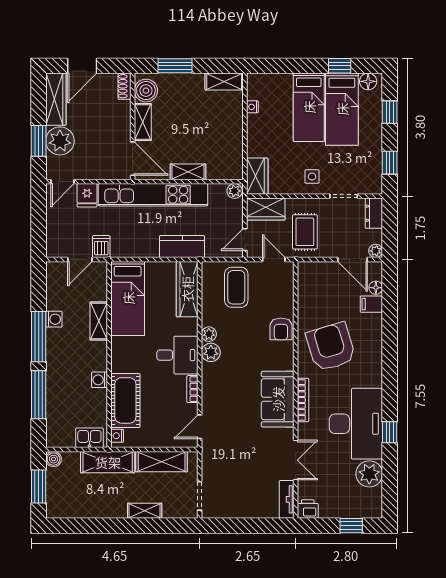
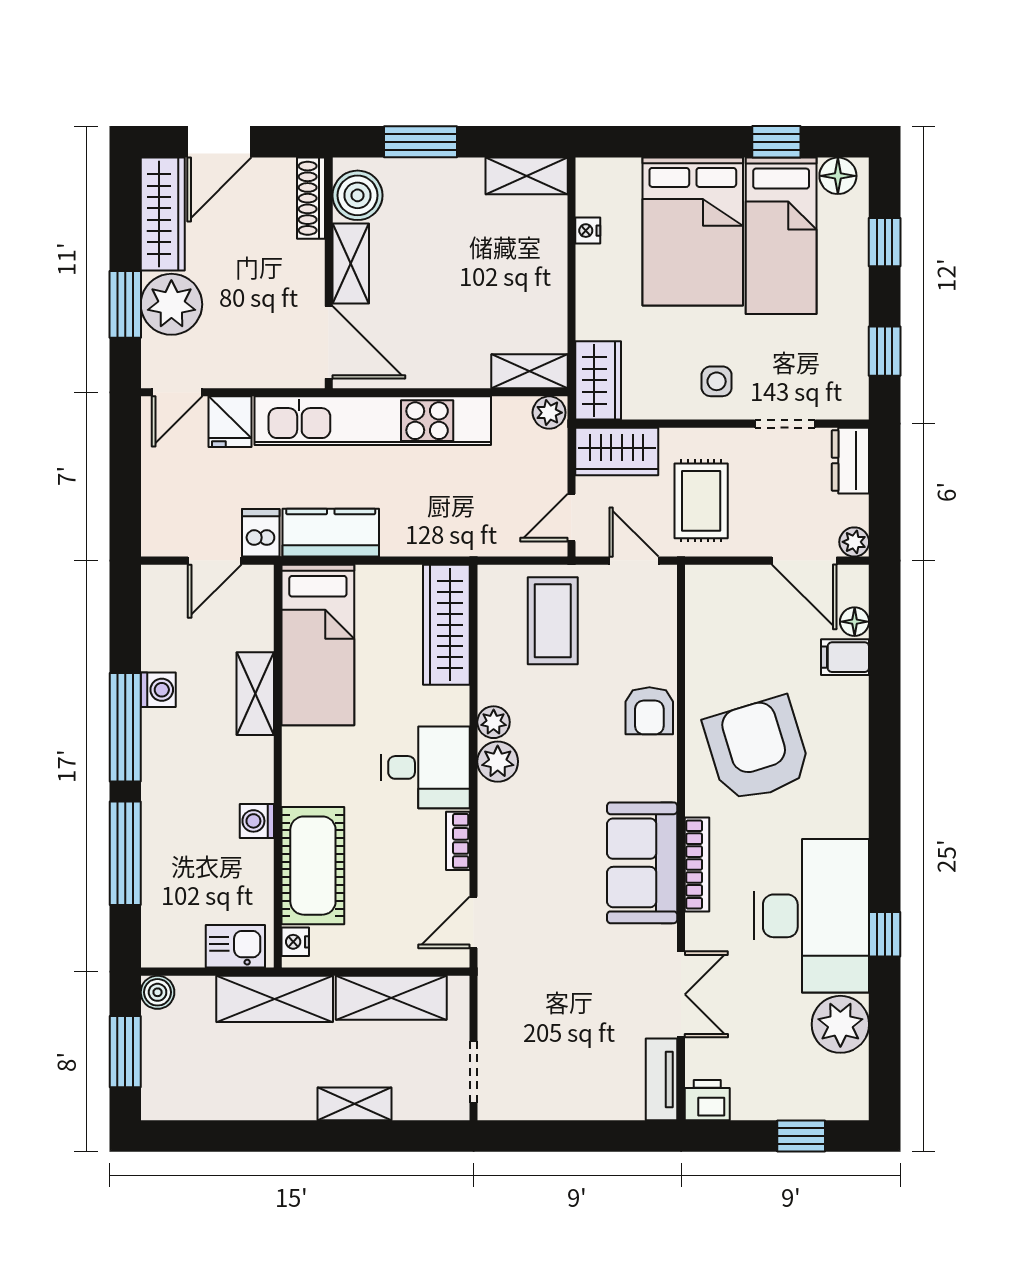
shoe rack: (124, 86) -> (311, 198), width x1.43
bed: (309, 107) -> (693, 232), width x1.50
shelving: (188, 172) -> (529, 371), moved
kitchen counter: (182, 247) -> (331, 533), moved

